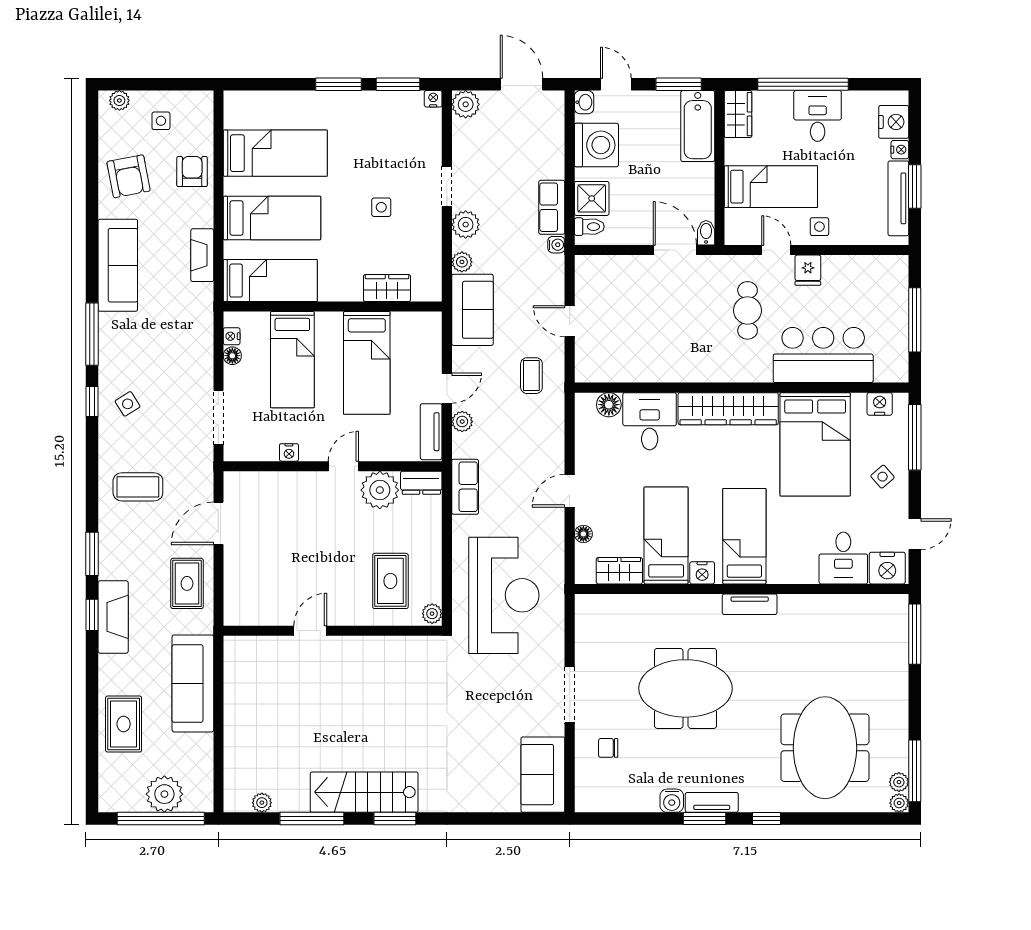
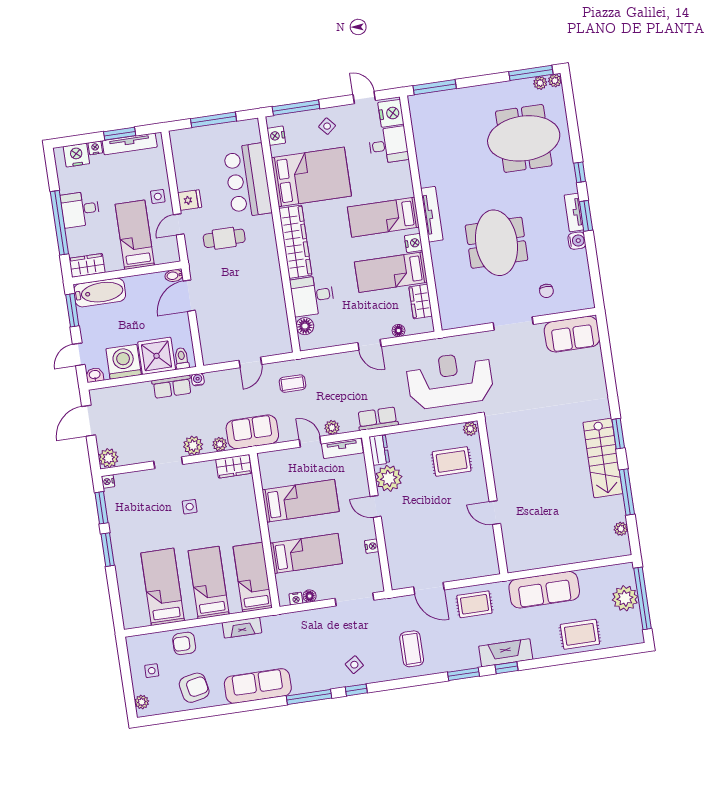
shower: (592, 198) -> (157, 356), width x1.36, depth x1.36
wardrobe: (387, 288) -> (234, 466), moved, turned -90
tv unit: (750, 604) -> (432, 214), width x1.41

